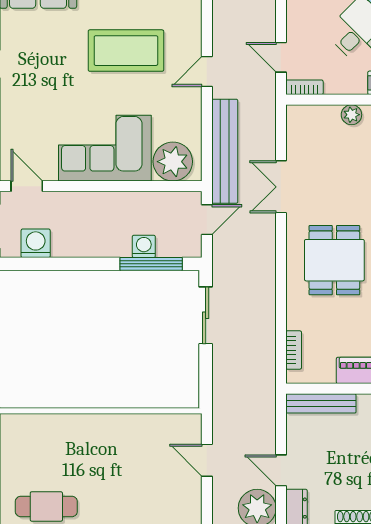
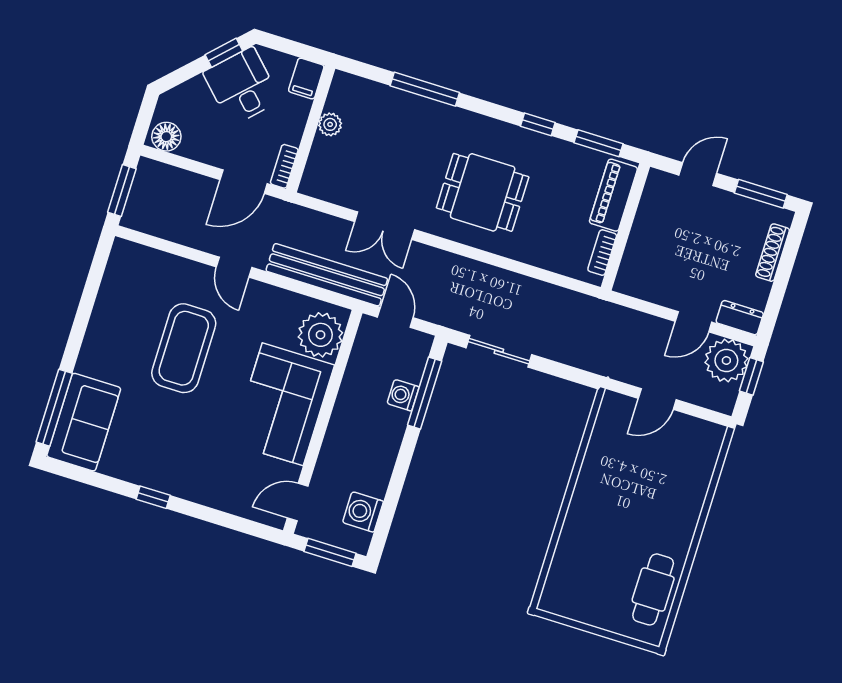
door: (281, 57) -> (244, 182), width x1.38
bookcase: (294, 350) -> (602, 253), moved, turned -90
bench: (321, 403) -> (634, 256), removed

